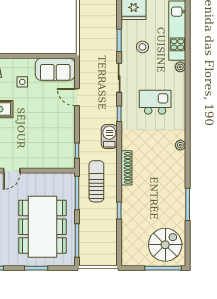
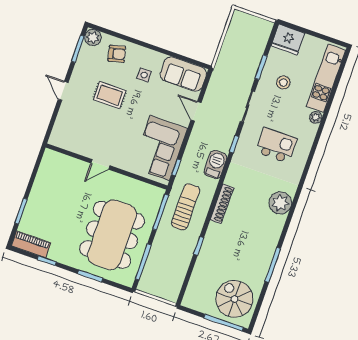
corner sofa: (57, 139) -> (160, 148), added
plant: (180, 145) -> (280, 203), width x1.87, depth x1.87
spiral stairs: (165, 245) -> (234, 299), turned -90

